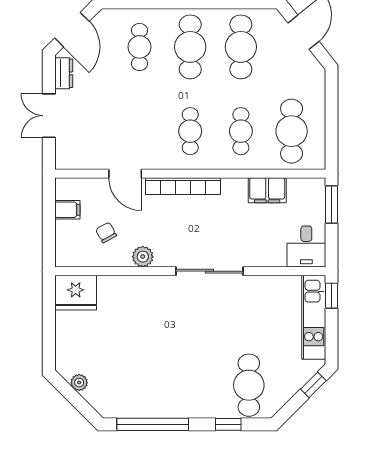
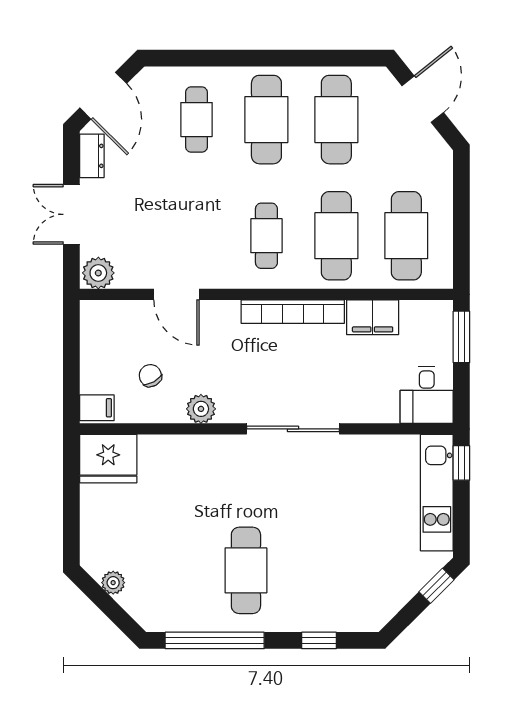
cafe table: (241, 131) -> (336, 236), width x1.37, depth x1.35
plant: (68, 158) -> (98, 273), added
bookcase: (183, 186) -> (293, 312), moved
filing cabinet: (67, 210) -> (97, 408), moved
cafe table: (249, 385) -> (246, 570), moved

